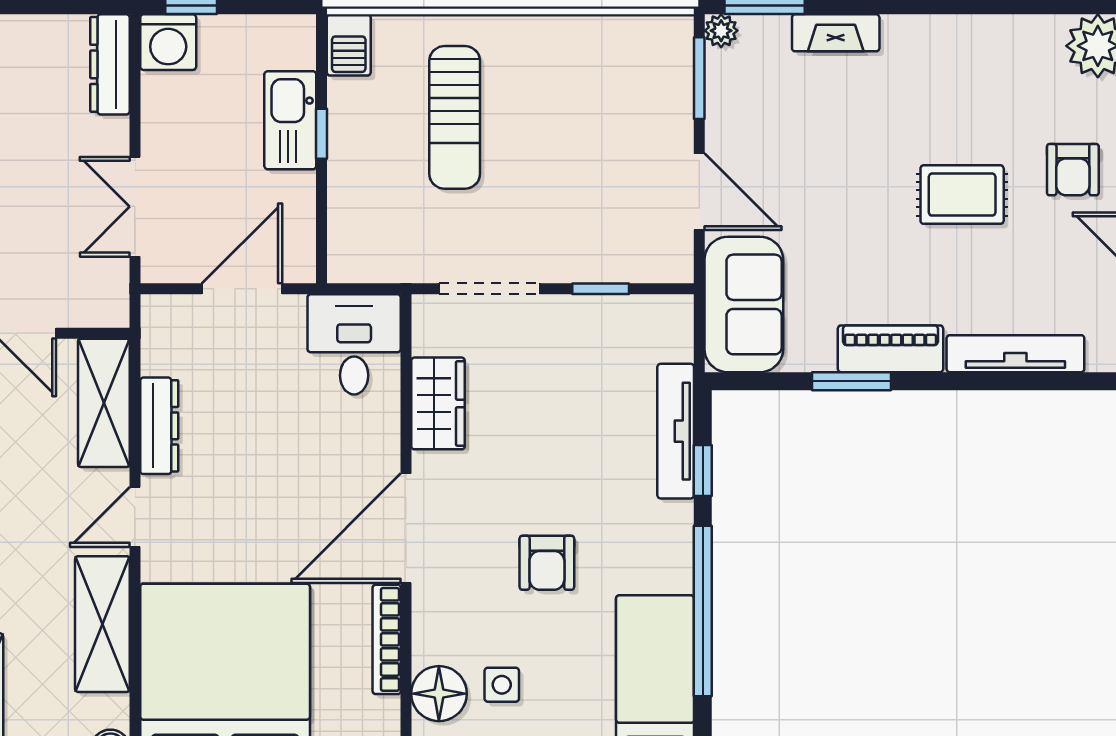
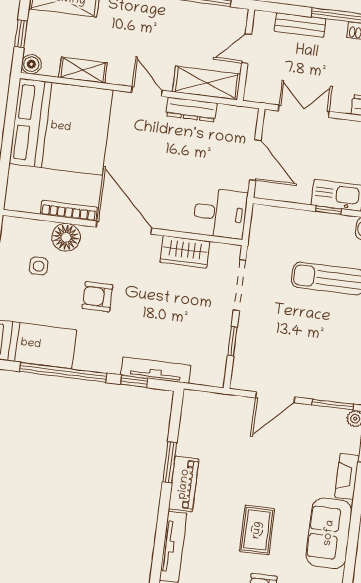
sofa: (744, 304) -> (329, 533), moved, turned 90
shelving: (102, 624) -> (83, 70), width x0.67, depth x0.75
floor lamp: (439, 694) -> (66, 237), moved

